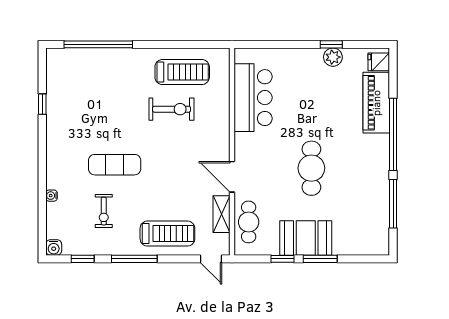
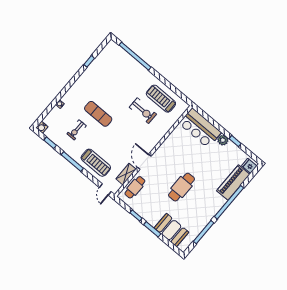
plant: (333, 57) -> (223, 140), moved
treadmill: (182, 72) -> (161, 99), turned 180
bar counter: (253, 98) -> (200, 128), moved, turned 90
booth: (306, 238) -> (171, 230), moved

